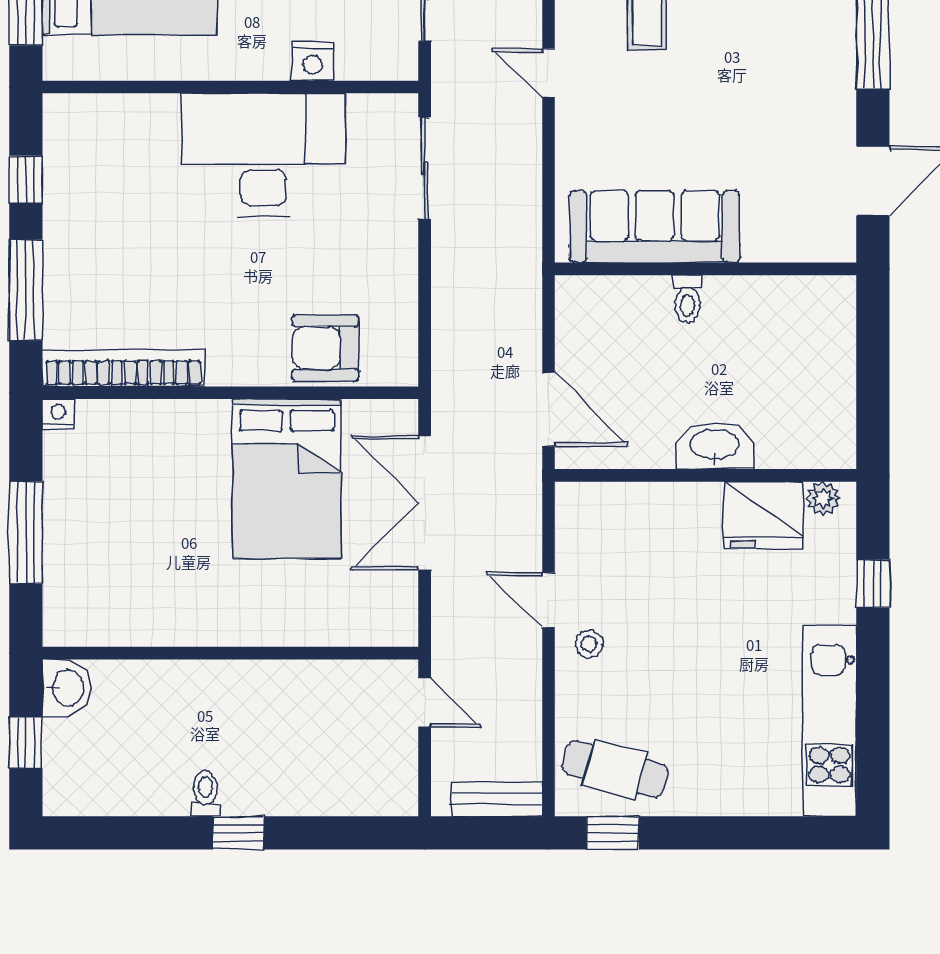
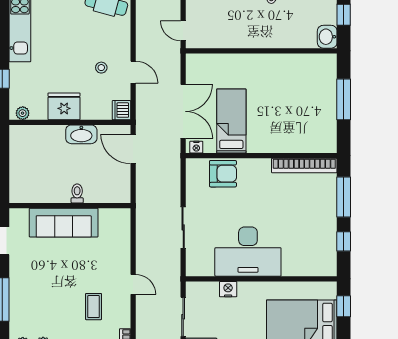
sliding door: (425, 168) -> (183, 227), moved
sofa: (655, 226) -> (64, 223), moved
nightstand: (58, 414) -> (196, 147), moved
washbasin: (715, 446) -> (81, 134), moved
bed: (287, 479) -> (231, 121), width x0.67
dishwasher: (577, 506) -> (121, 110), added
fridge: (763, 515) -> (64, 106), moved
stool: (589, 644) -> (101, 68), moved

